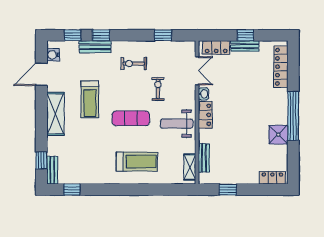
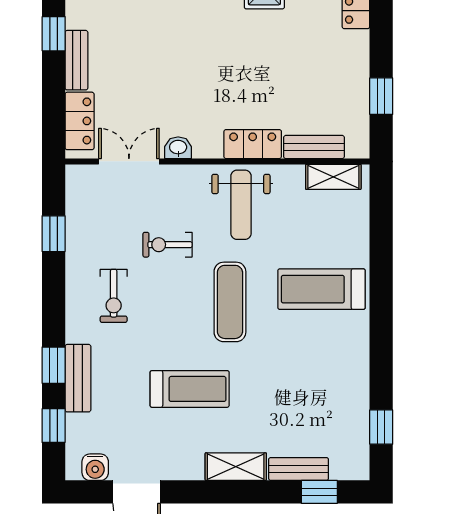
window: (245, 35) -> (54, 34), moved
shelving: (55, 114) -> (236, 467), width x0.67, depth x0.75
locker: (205, 115) -> (253, 144), moved
treadmill: (137, 162) -> (322, 289), turned -90
bench: (52, 170) -> (299, 469), moved

